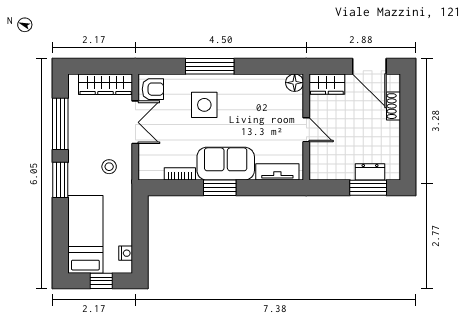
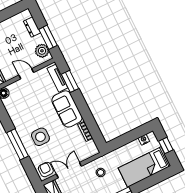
door: (306, 130) -> (26, 74), hinge flipped
plant: (328, 169) -> (42, 51), added
window: (220, 188) -> (70, 81), moved
window: (368, 188) -> (48, 37), moved

